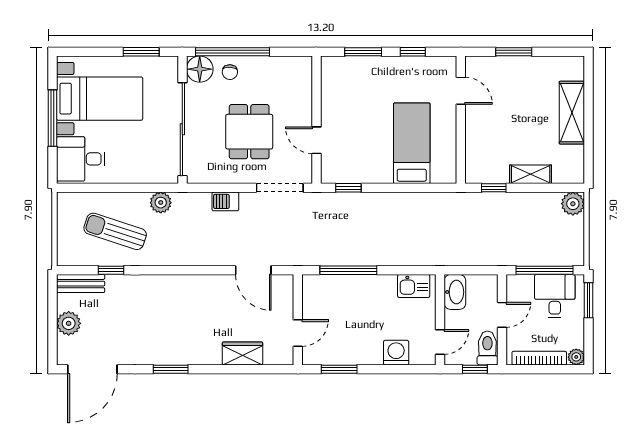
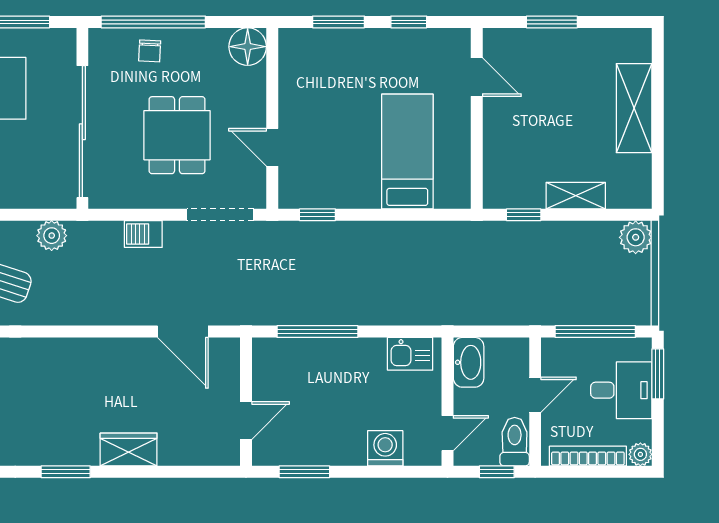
floor lamp: (200, 69) -> (248, 47), moved
desk: (555, 296) -> (621, 390), moved, turned 90
wardrobe: (242, 353) -> (129, 449), moved

